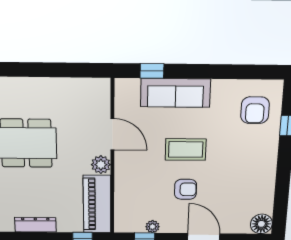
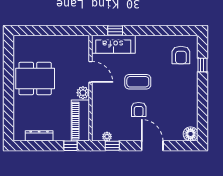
sofa: (175, 93) -> (113, 44), moved
armchair: (185, 189) -> (139, 109), turned 90
plant: (152, 227) -> (107, 137), moved

